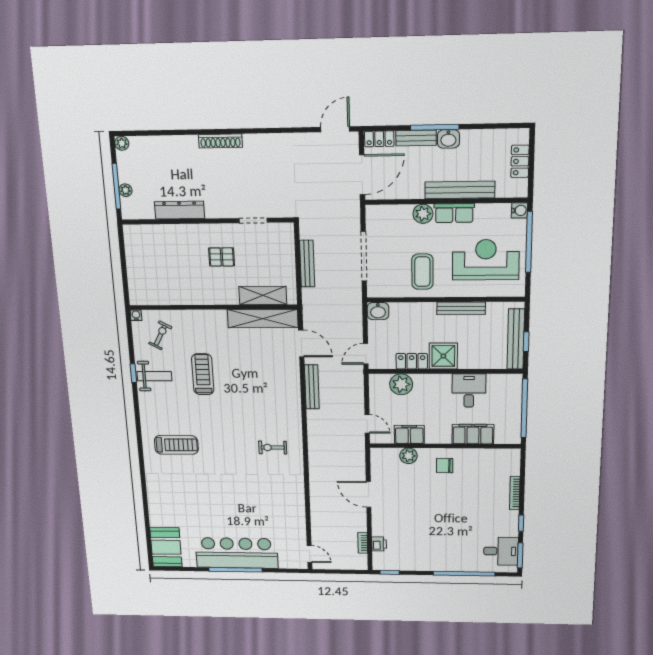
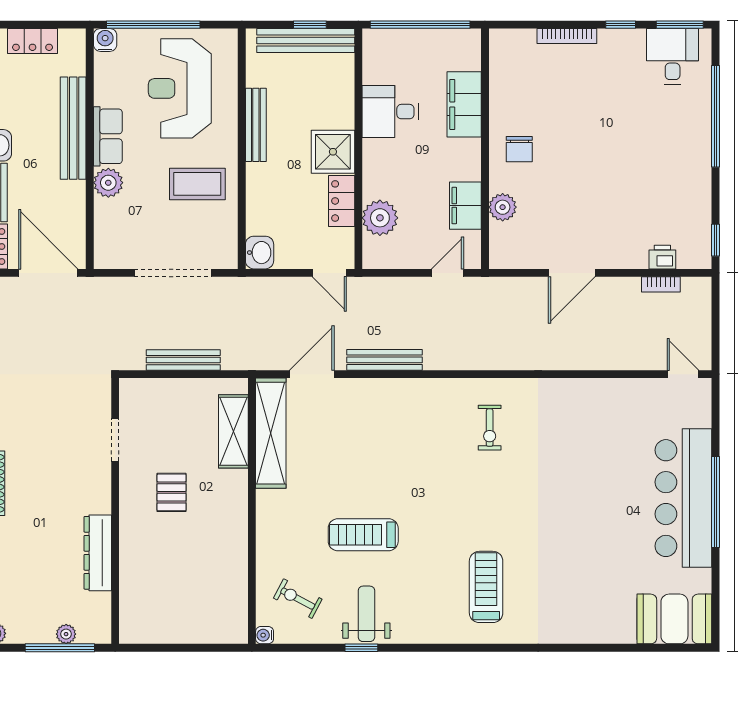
door: (310, 554) -> (683, 374), hinge flipped

